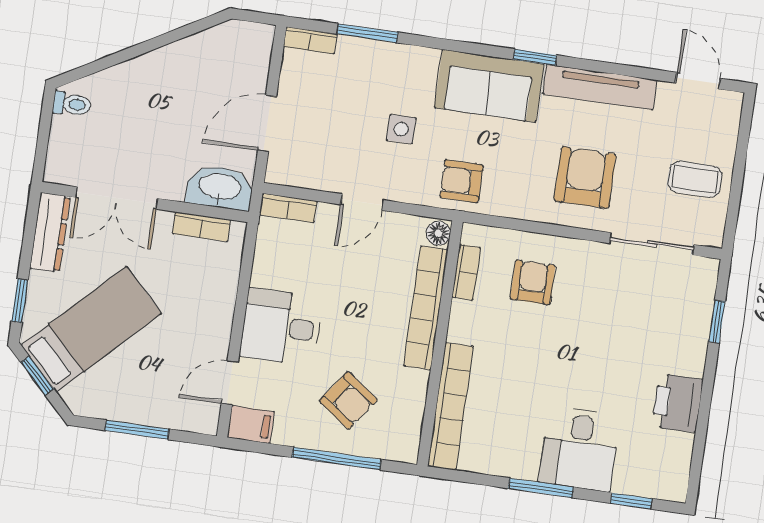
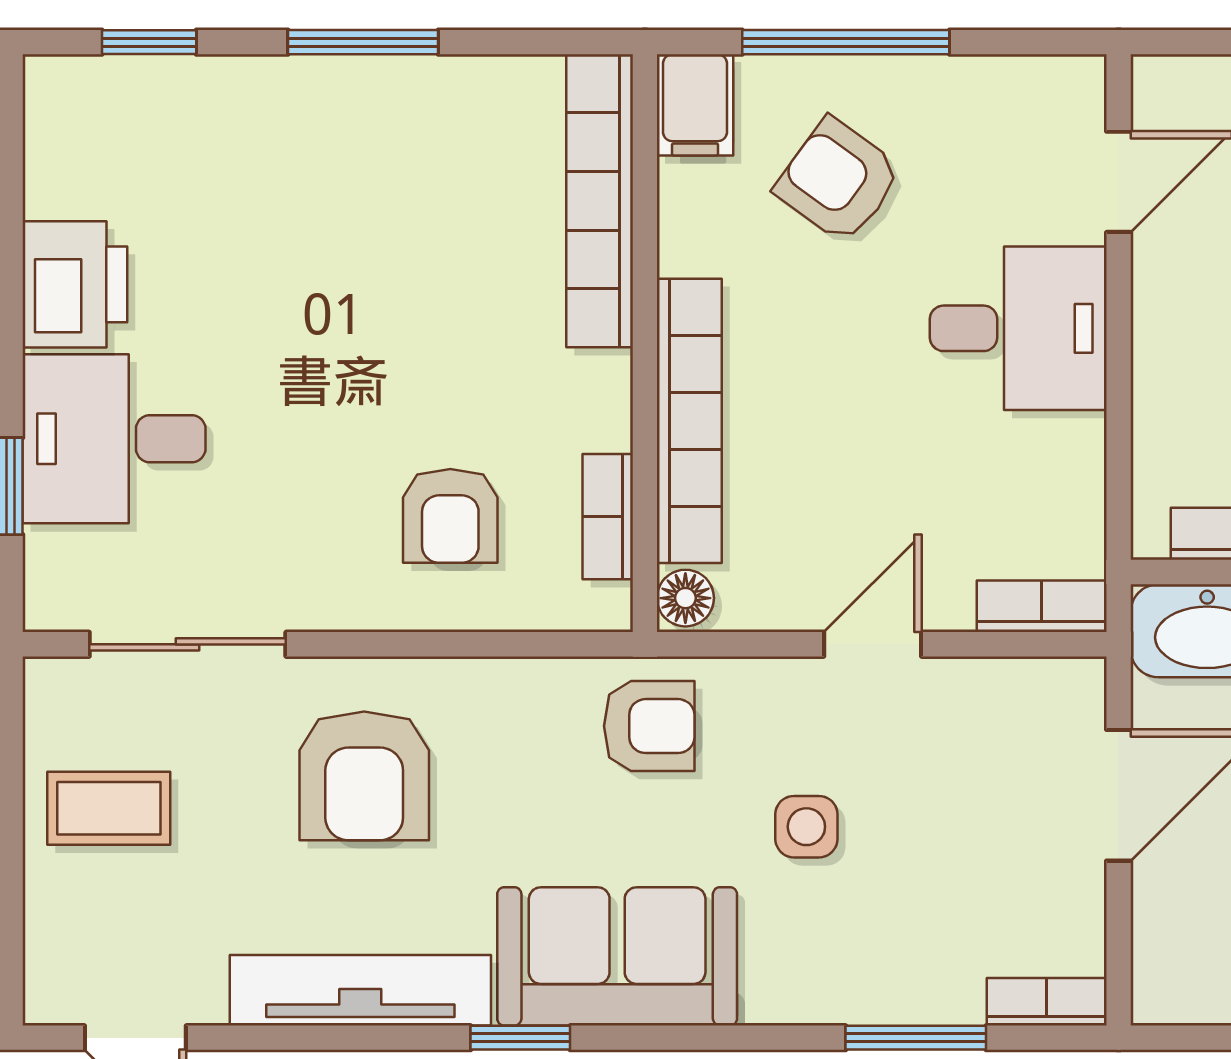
filing cabinet: (251, 425) -> (695, 105), moved, turned -90
desk: (579, 449) -> (114, 439), moved, turned -90

